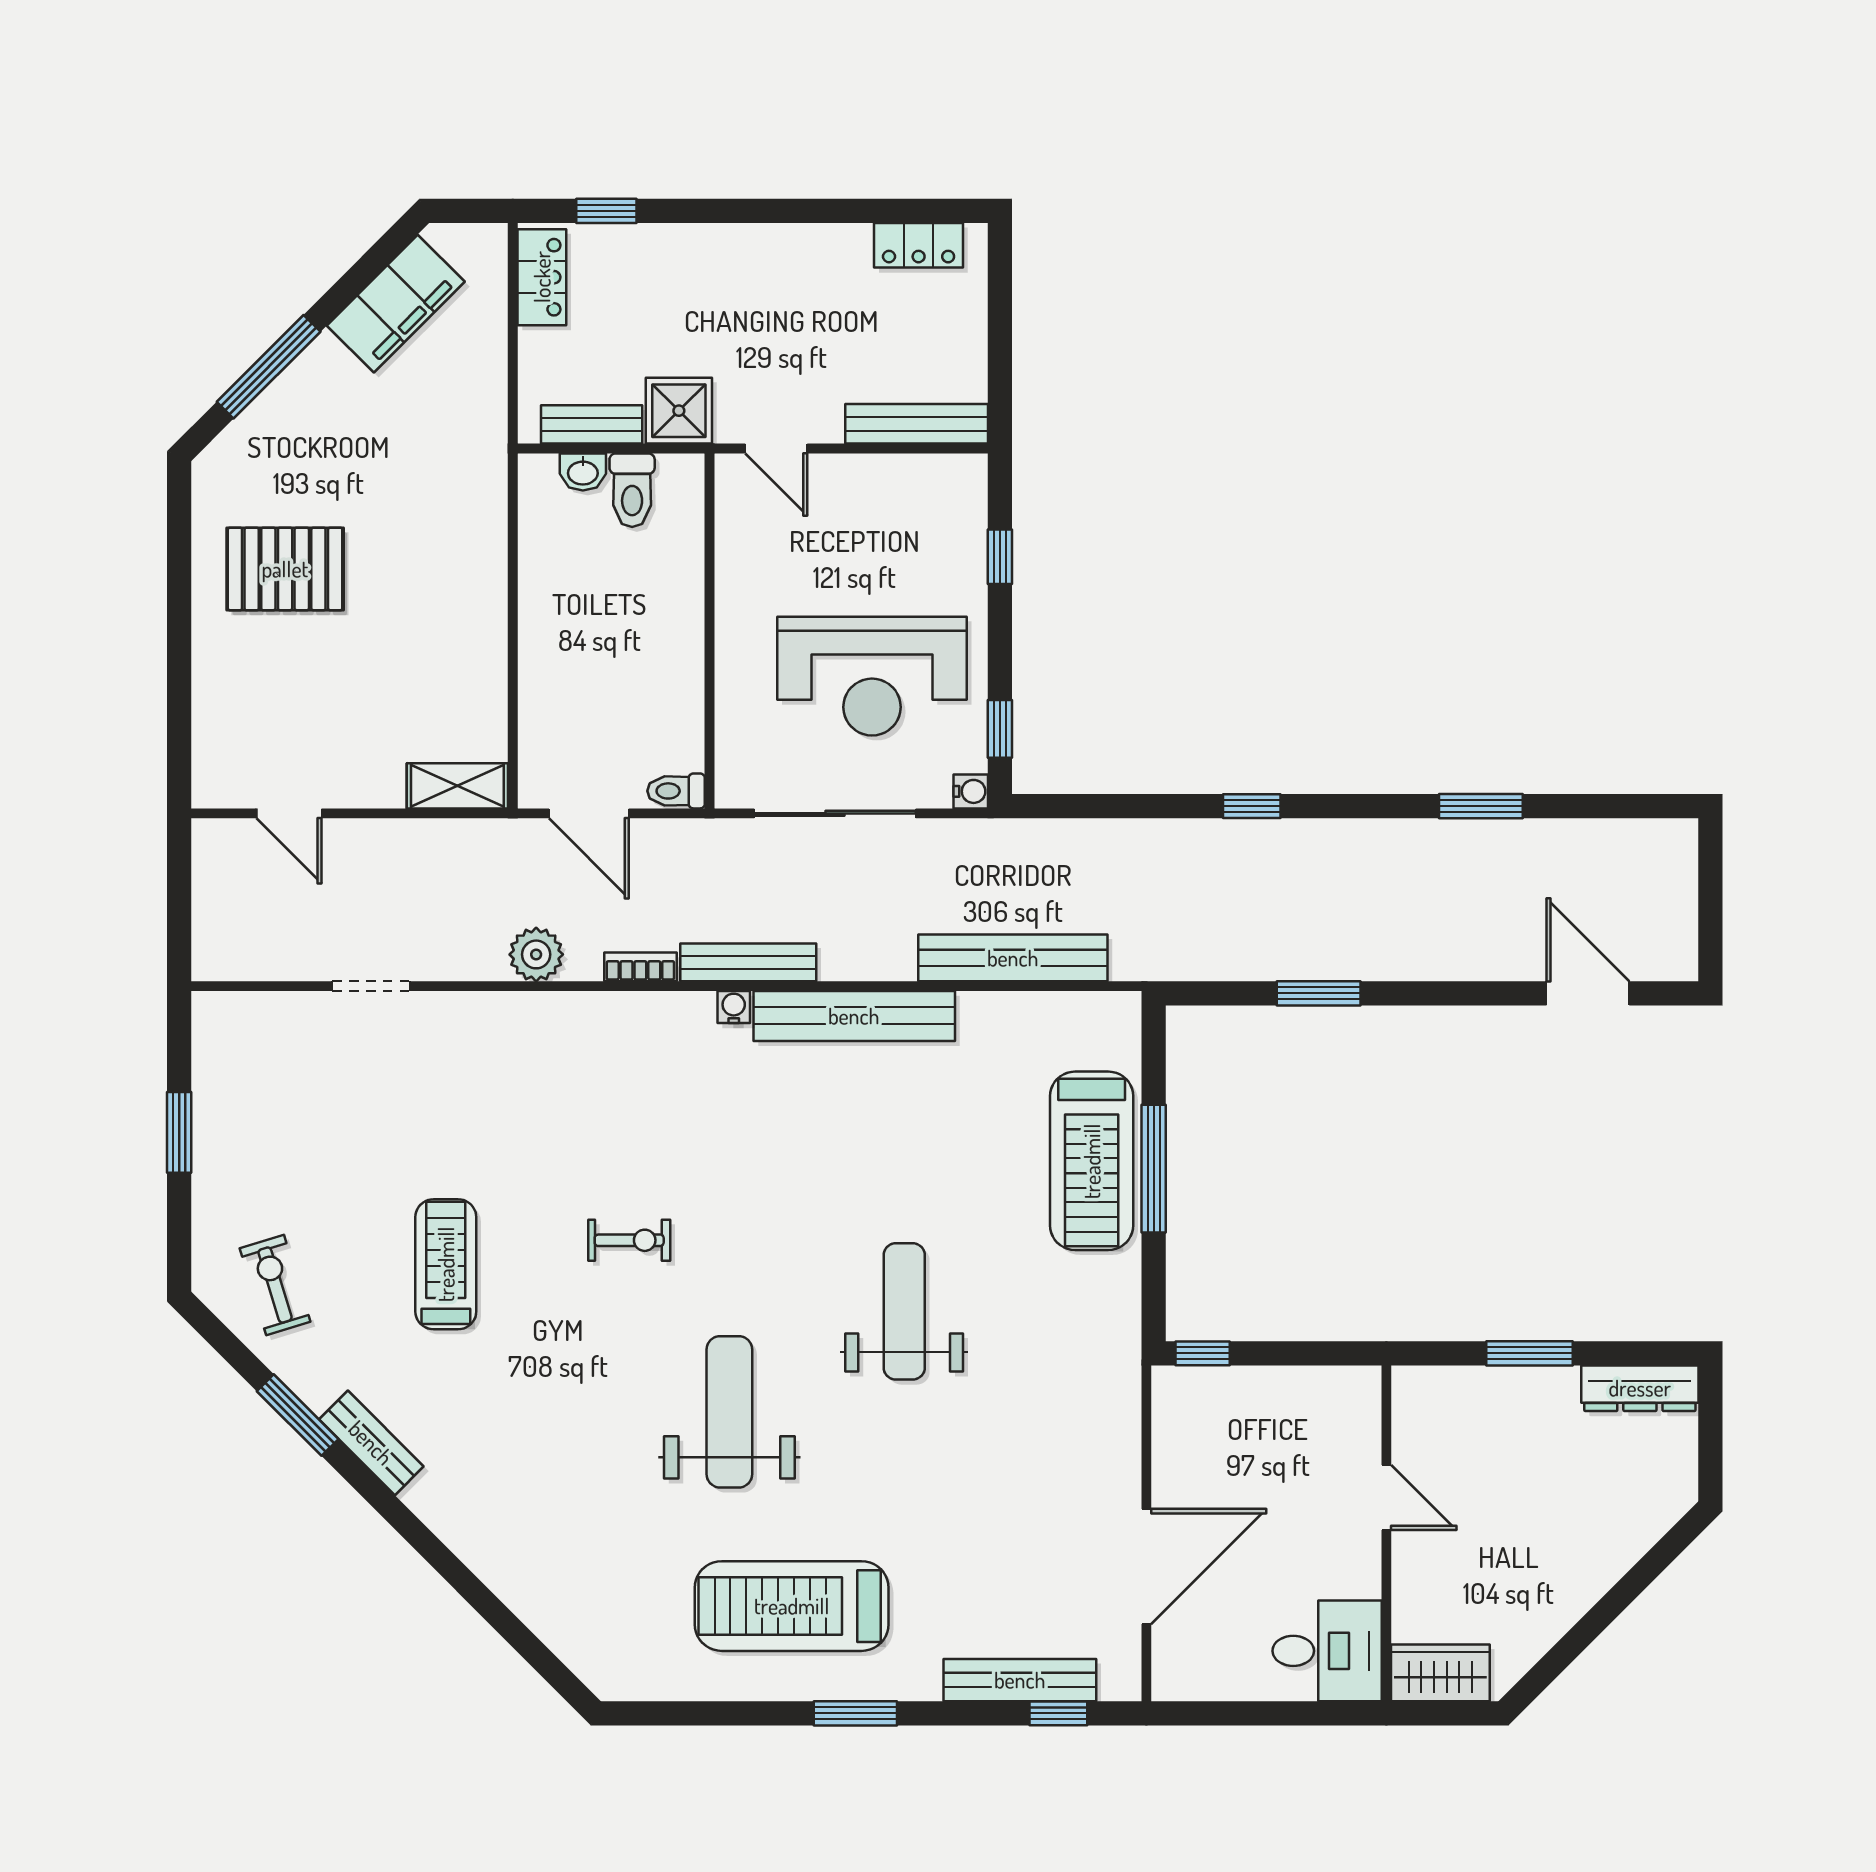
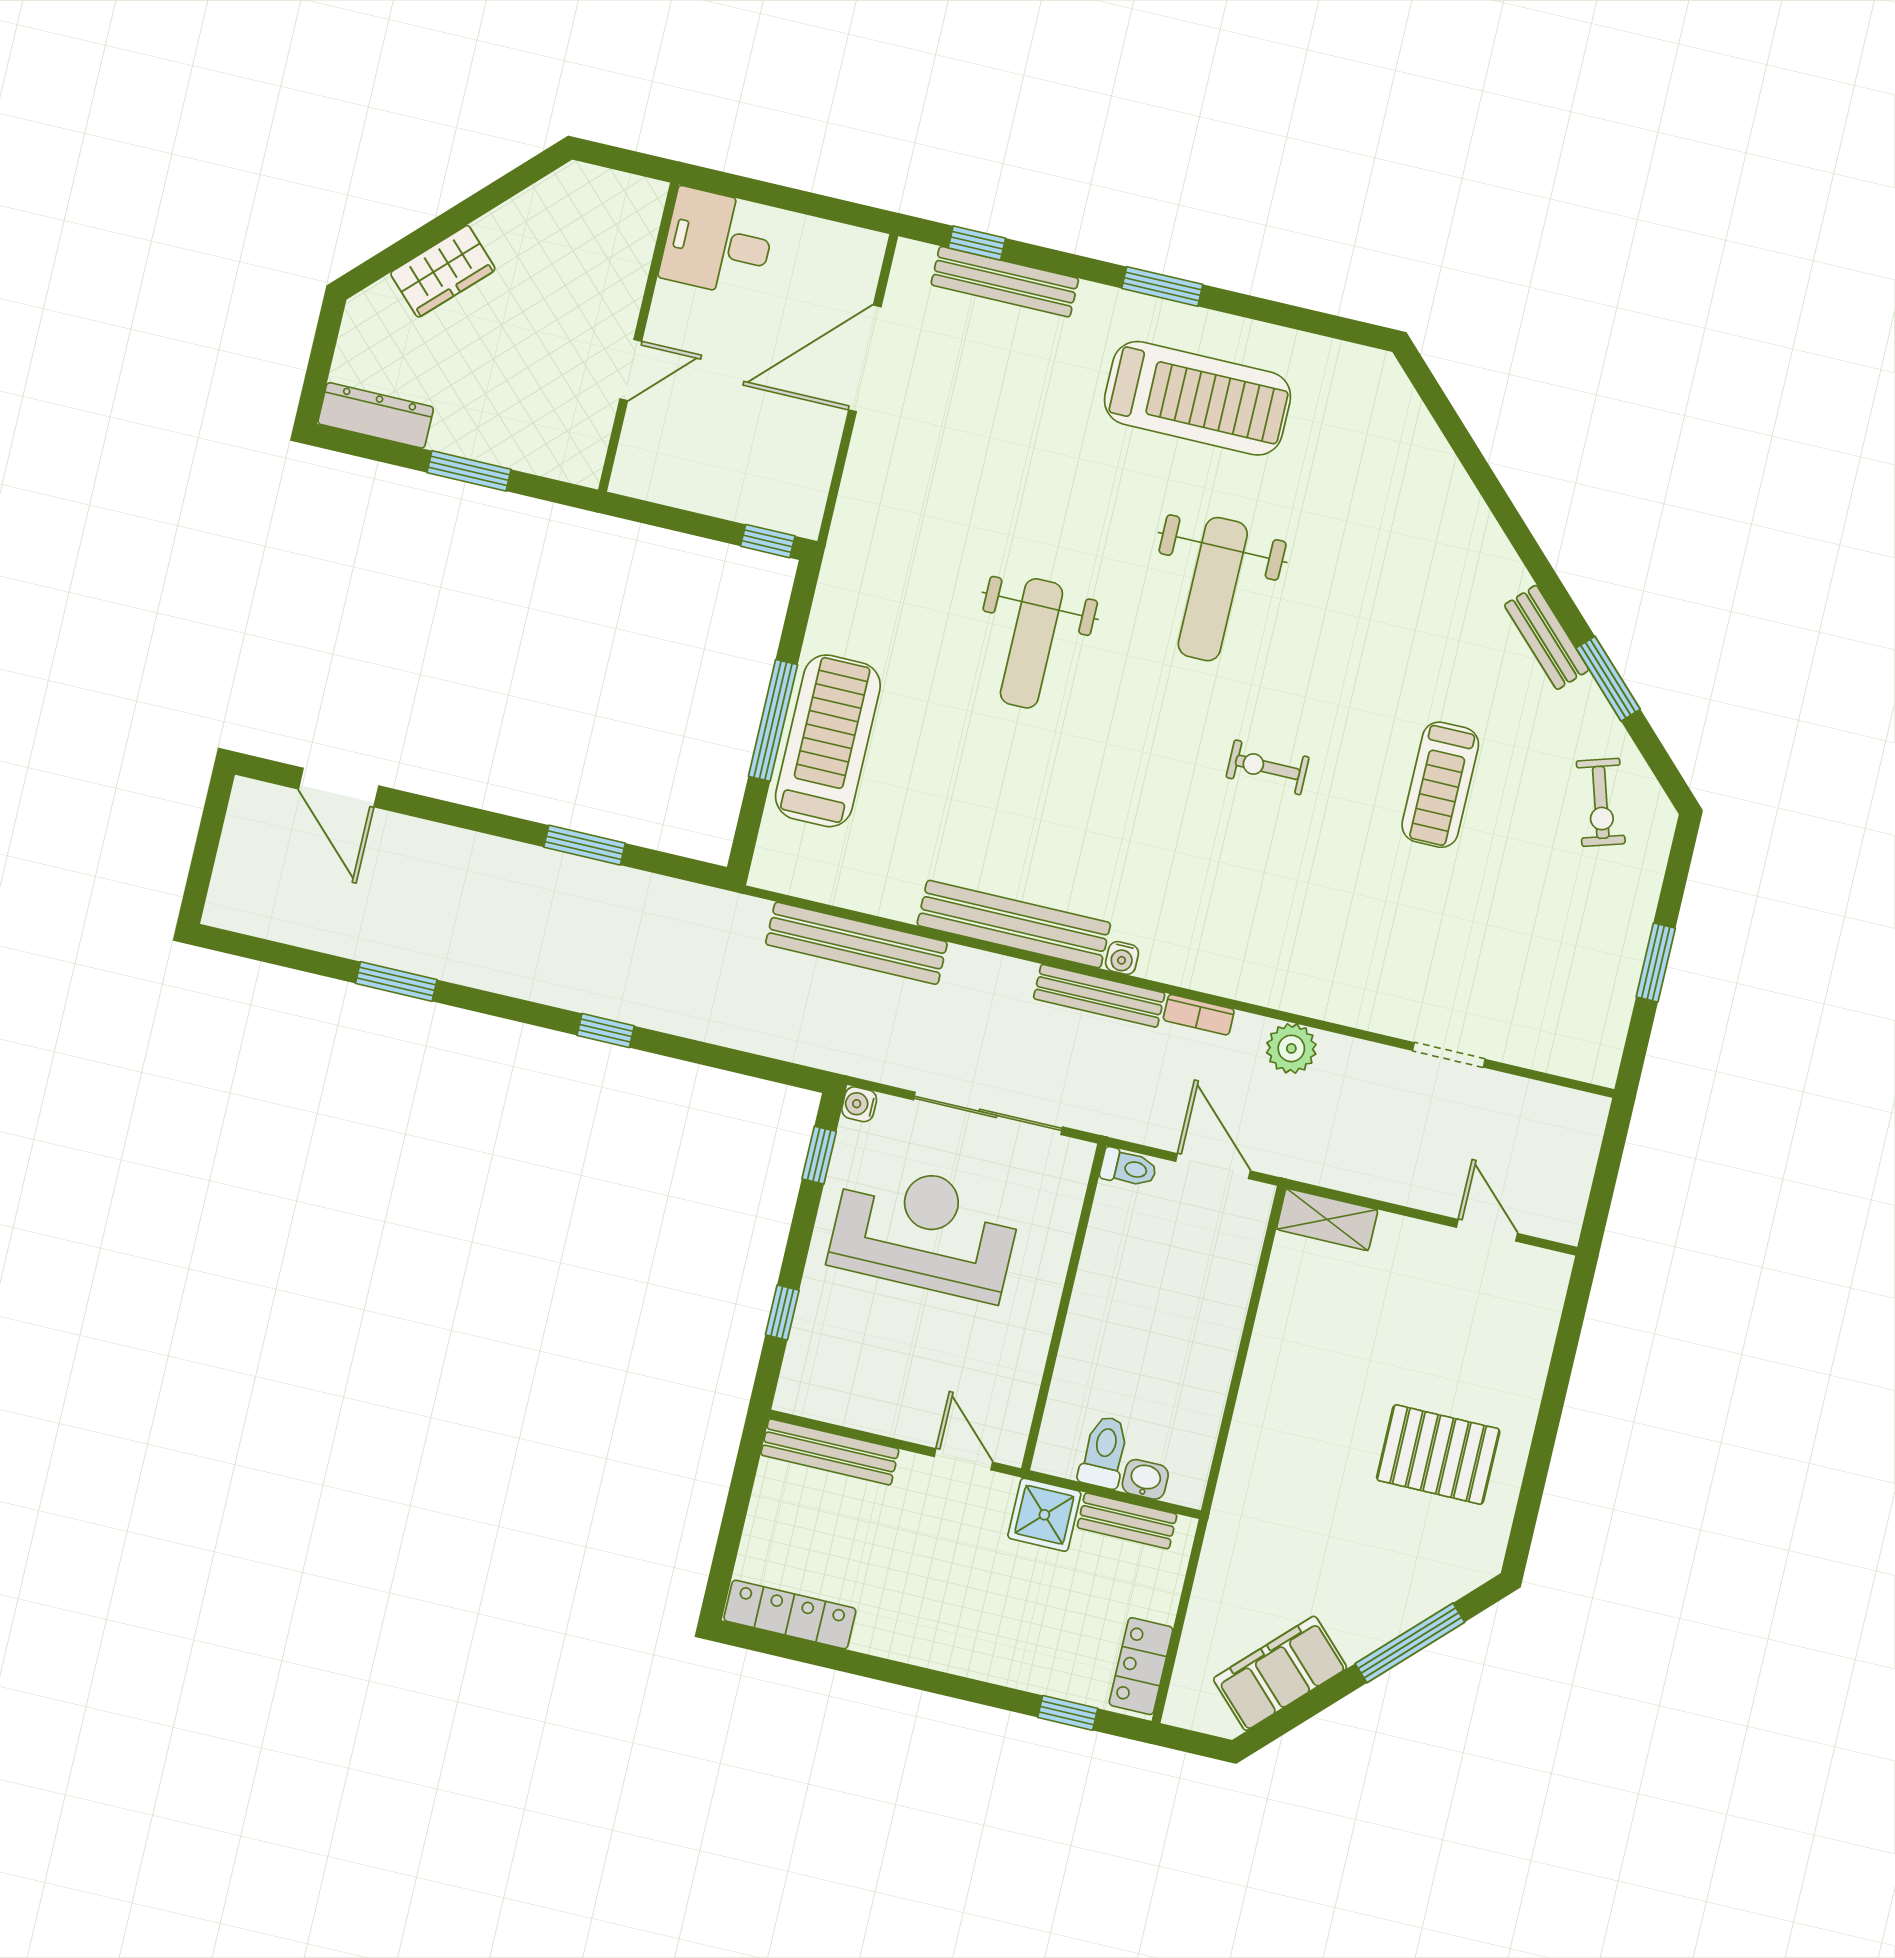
locker: (919, 245) -> (790, 1615), width x1.53
door: (1386, 1497) -> (631, 370), swing flipped
wardrobe: (1440, 1673) -> (443, 271), moved, turned -45

